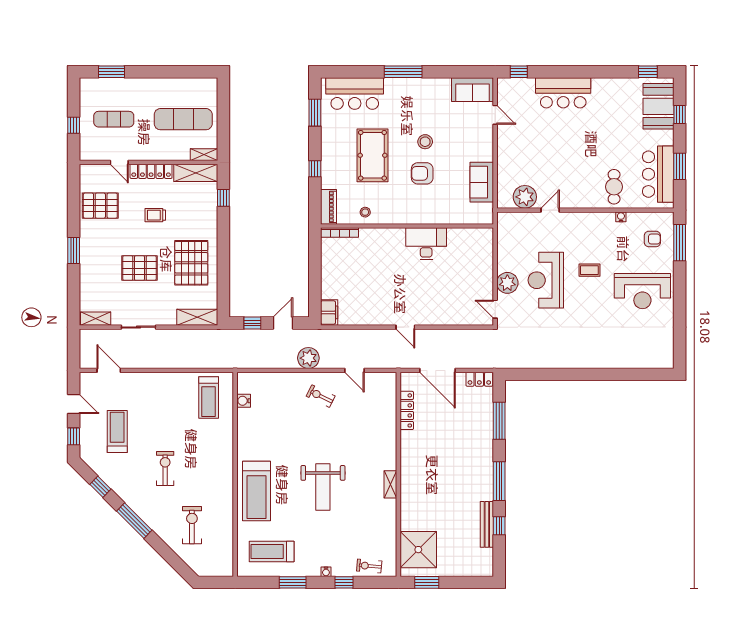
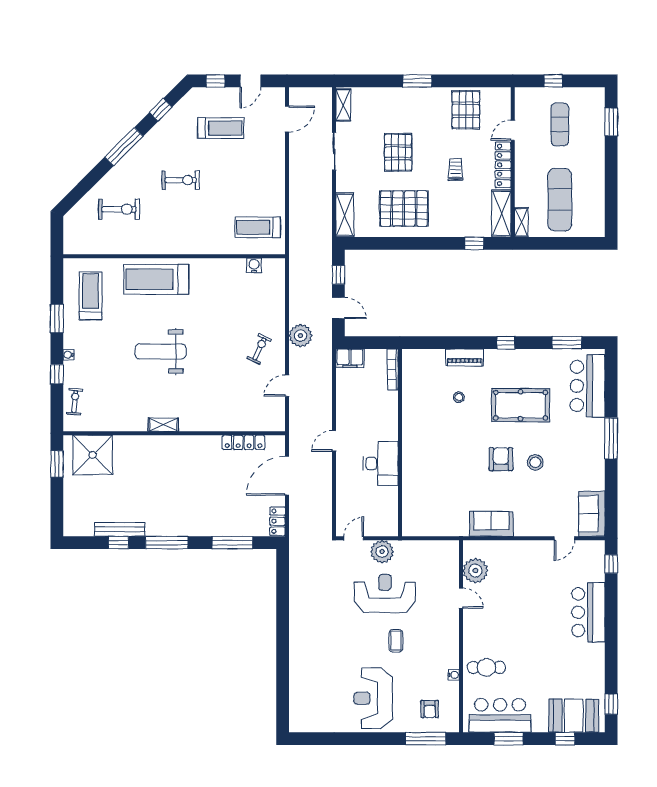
wall: (407, 226) -> (400, 443), moved
bookcase: (340, 233) -> (393, 369), moved
desk: (426, 244) -> (381, 463), moved

